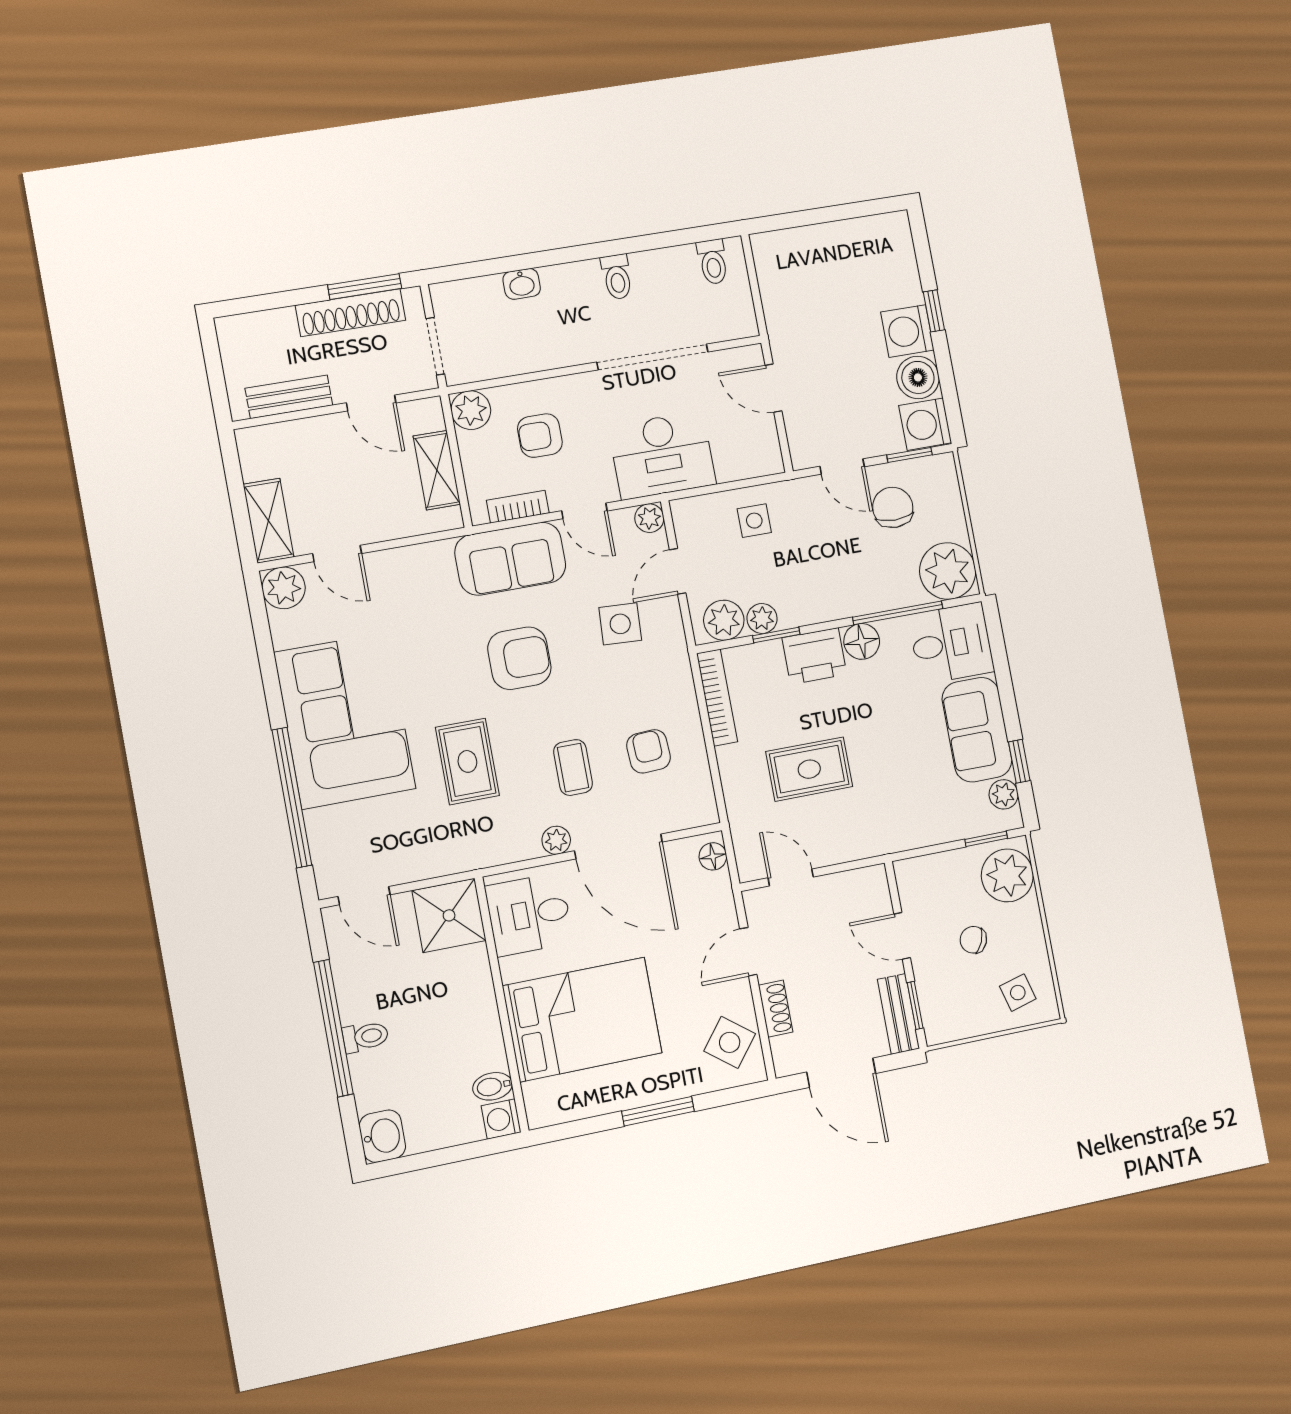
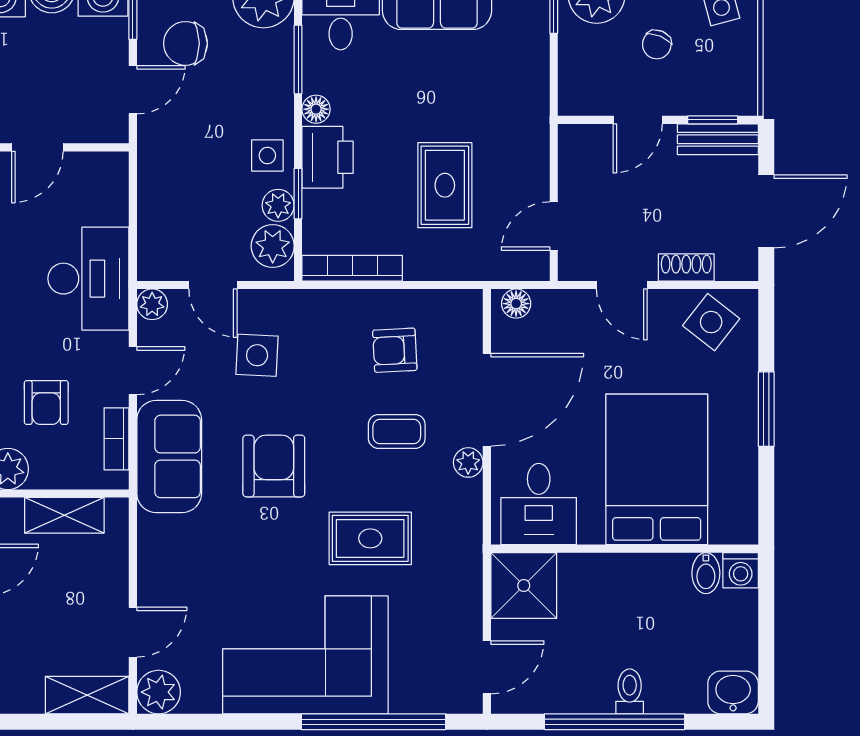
side table: (754, 521) -> (267, 155), moved
window: (898, 613) -> (298, 60), width x0.69
floor lamp: (862, 641) -> (316, 109), width x0.73, depth x0.73

